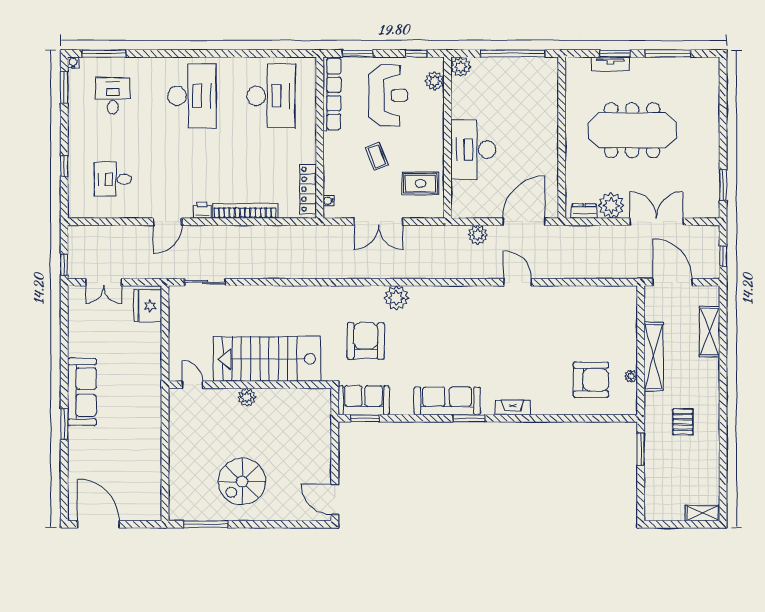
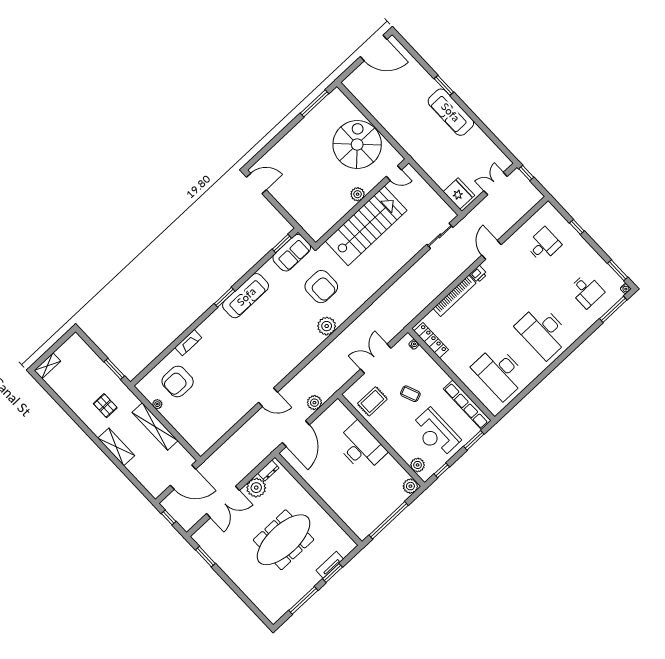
shelving: (710, 332) -> (116, 447), moved
fireplace: (513, 407) -> (188, 343), moved
spiral stairs: (242, 481) -> (357, 144), moved, width x1.37, depth x1.37

